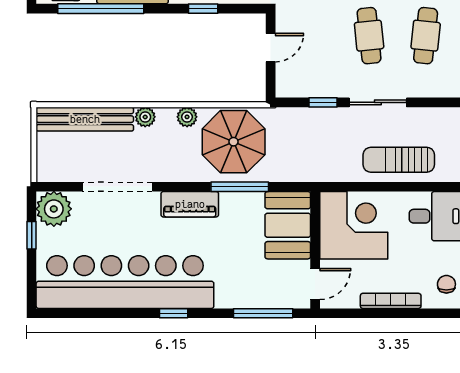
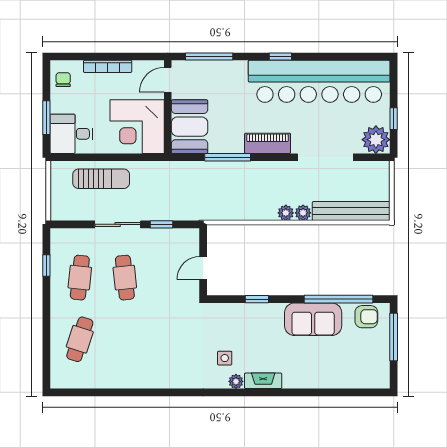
plant: (187, 117) -> (286, 213), moved
parasol: (234, 142) -> (233, 193), removed
chair: (446, 284) -> (63, 80), turned 180

